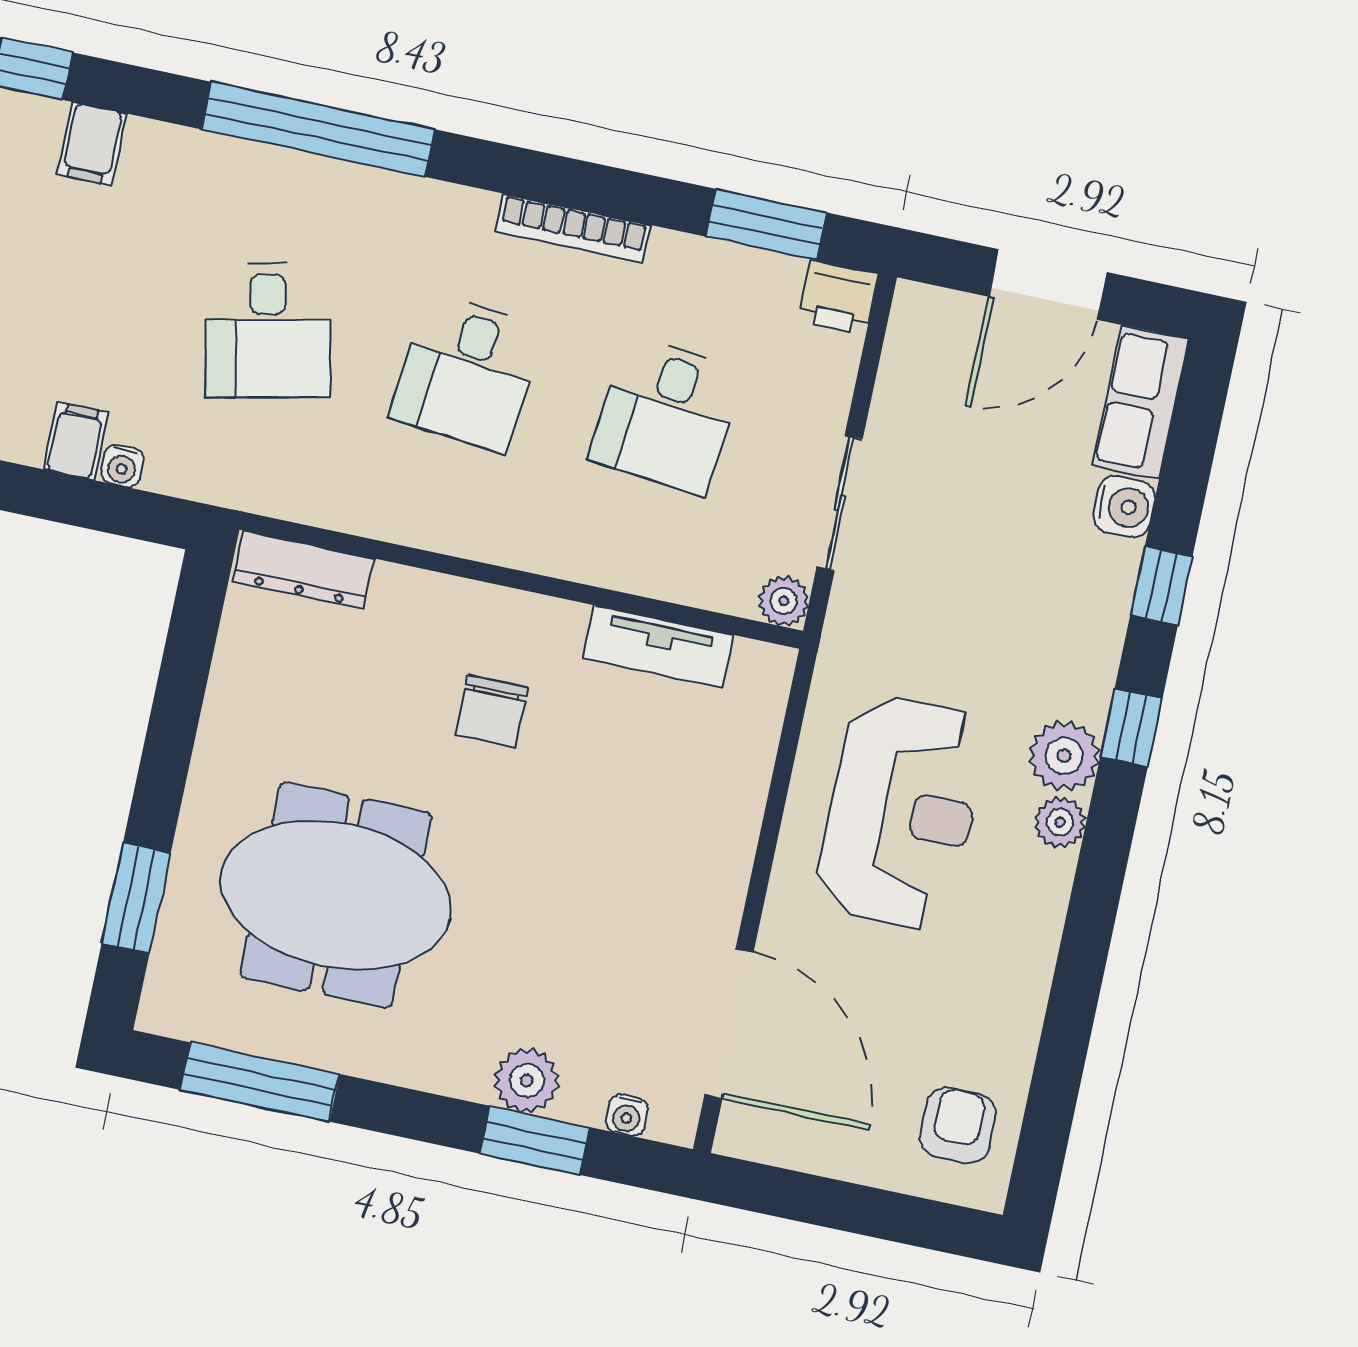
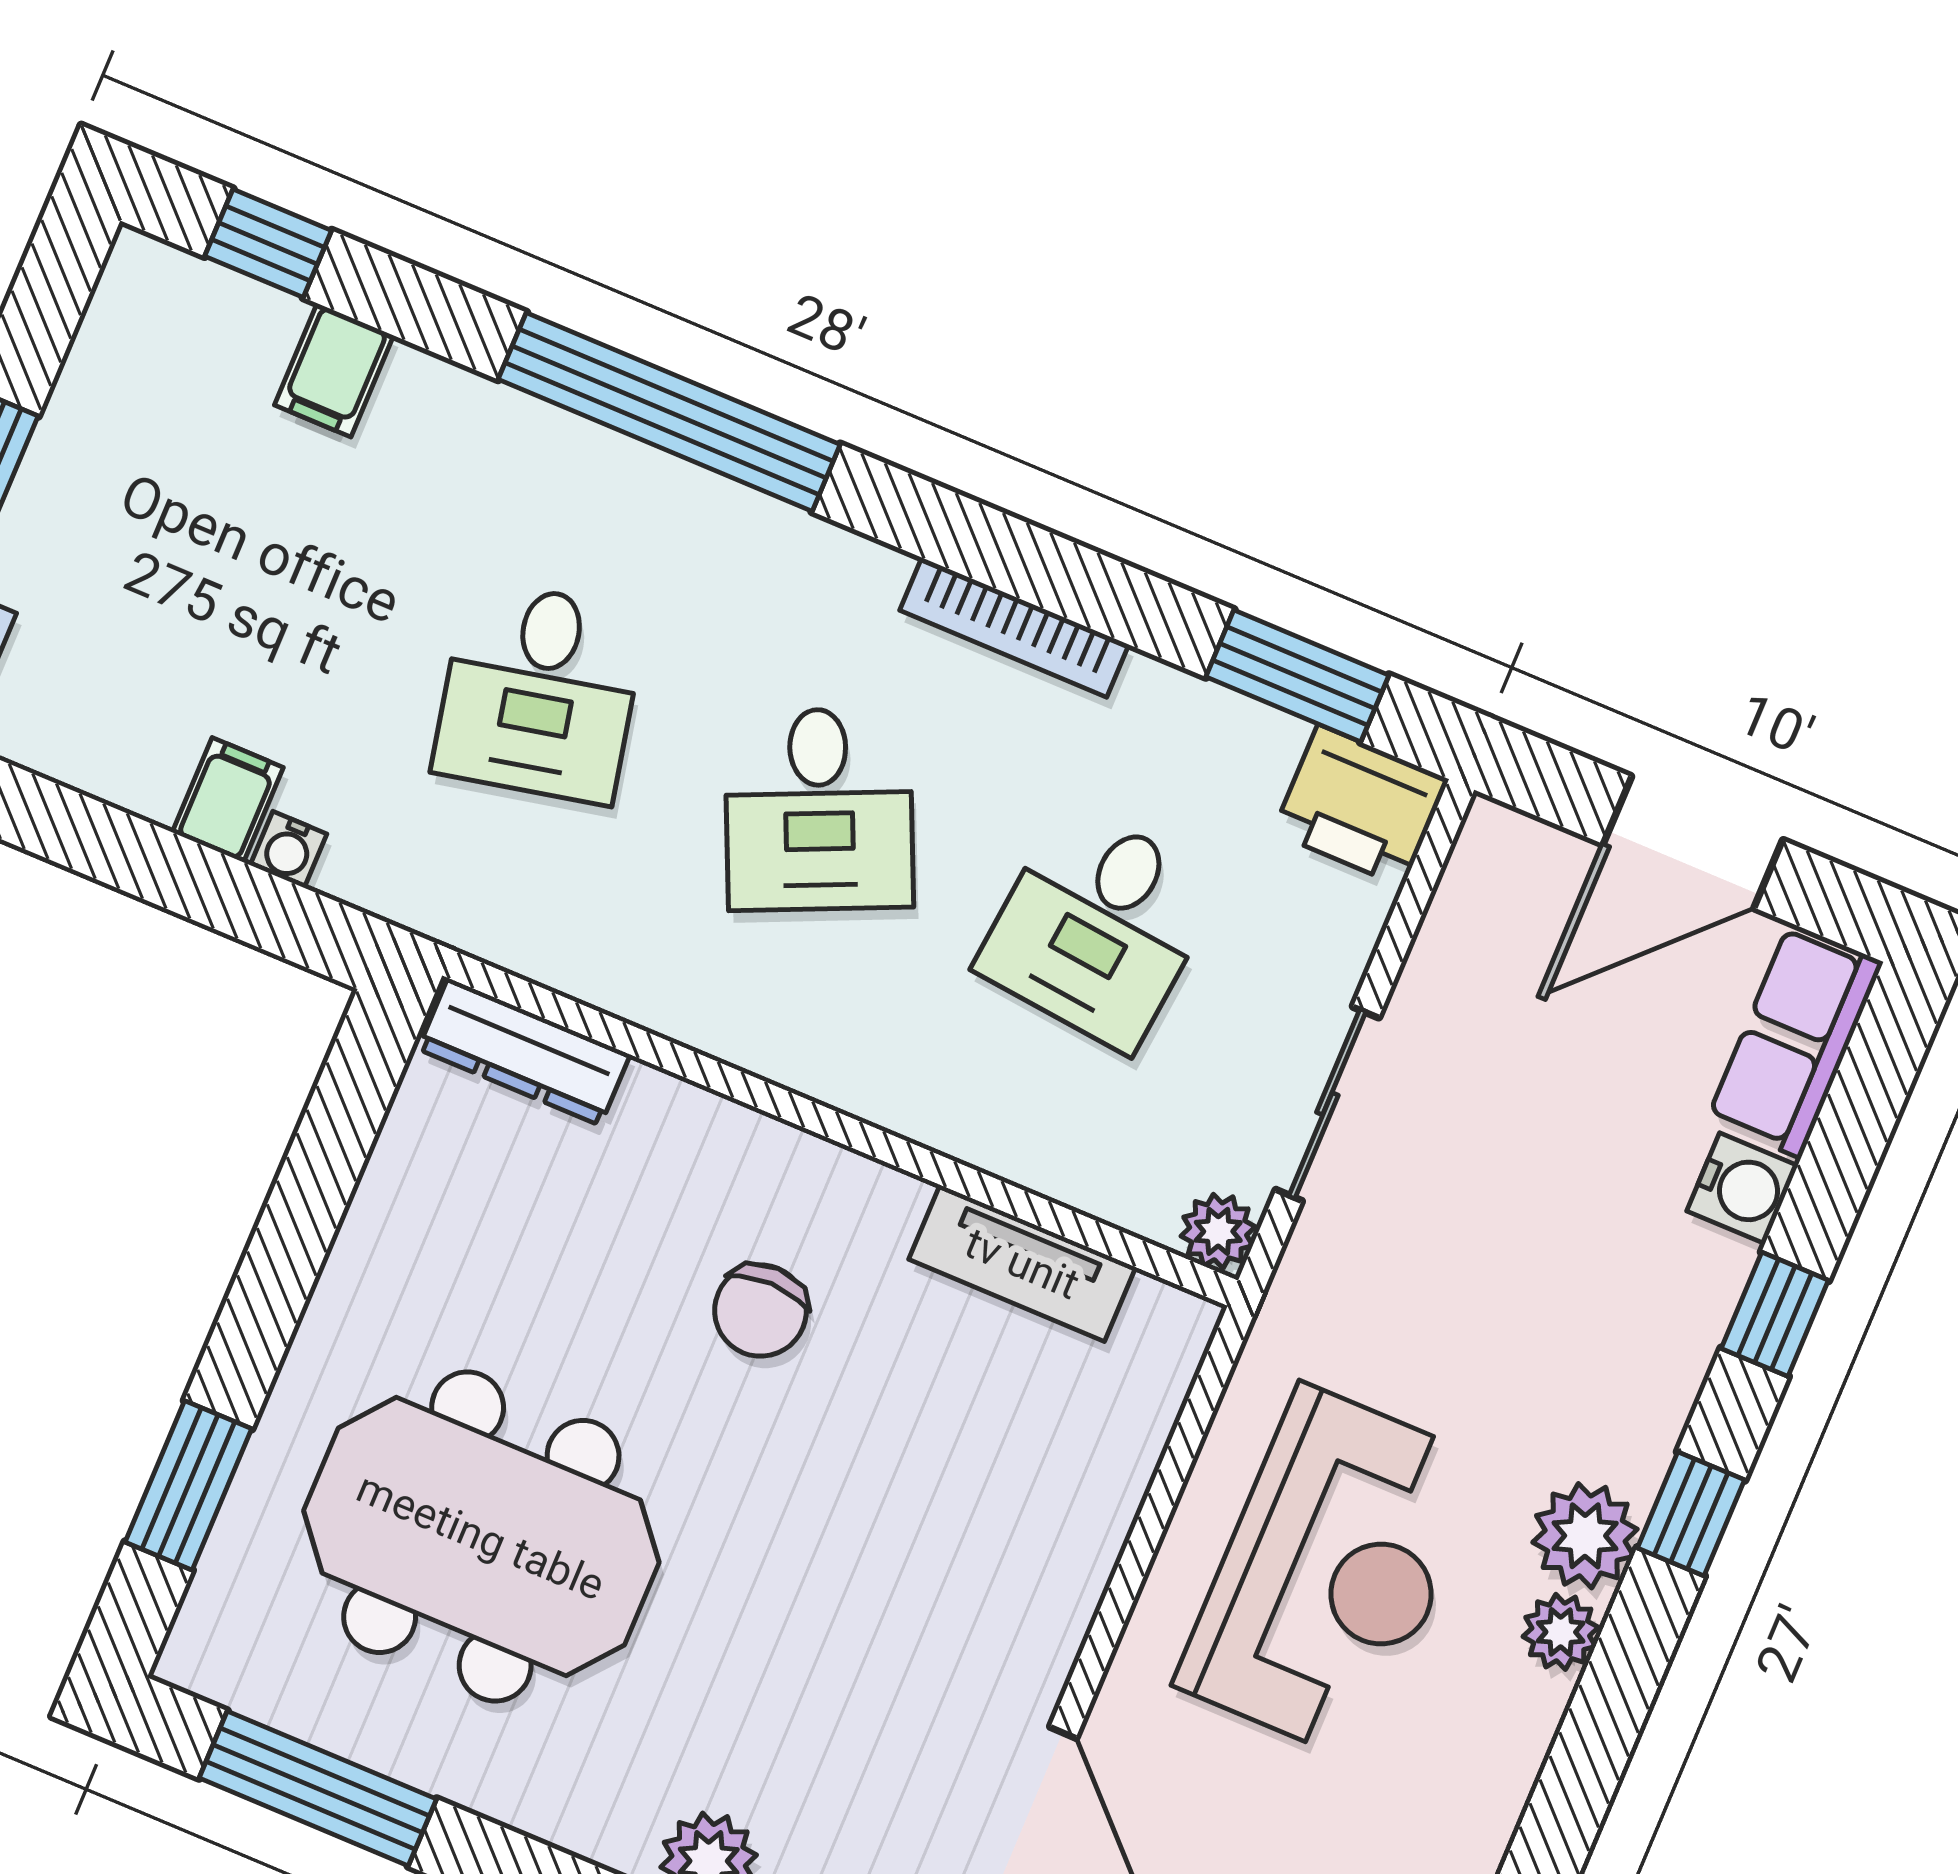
printer: (838, 297) -> (1361, 806), width x1.36, depth x1.24
desk: (467, 373) -> (819, 809), turned -30

